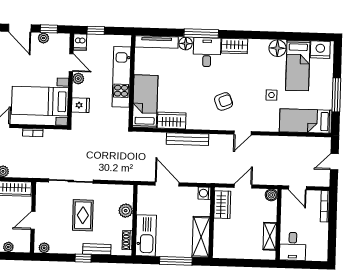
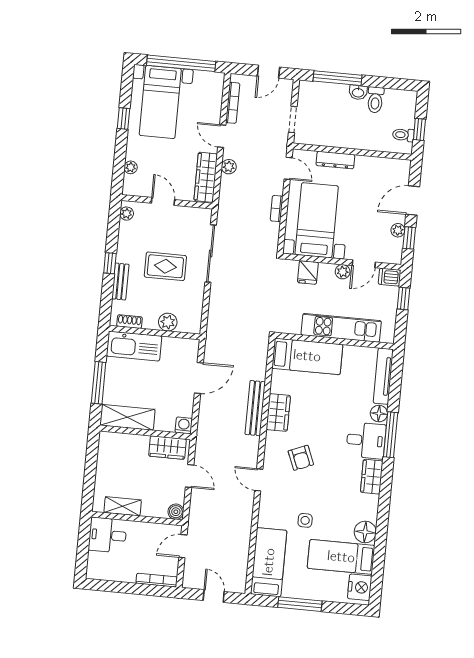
wardrobe: (172, 121) -> (278, 412), moved

